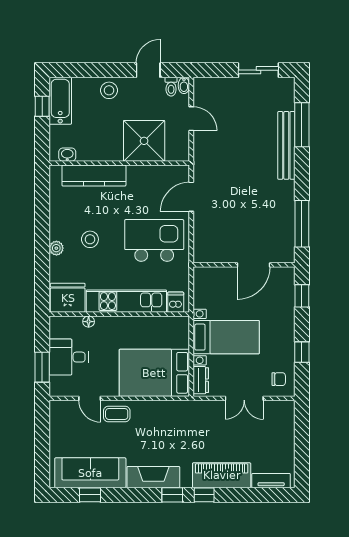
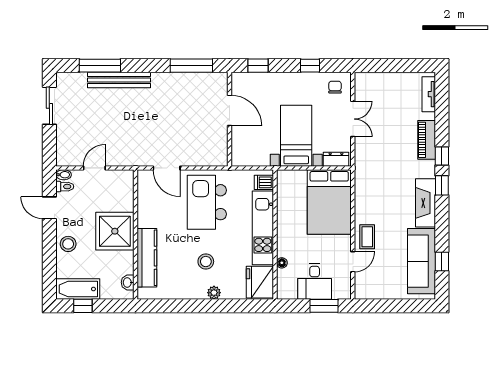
shower: (144, 141) -> (115, 231), moved
piano: (222, 475) -> (427, 140), width x0.73, depth x0.75

